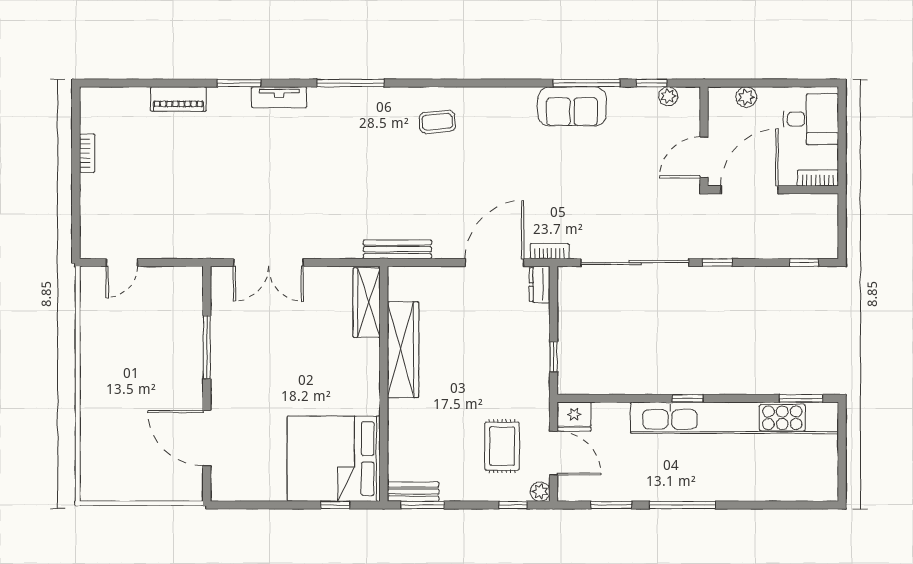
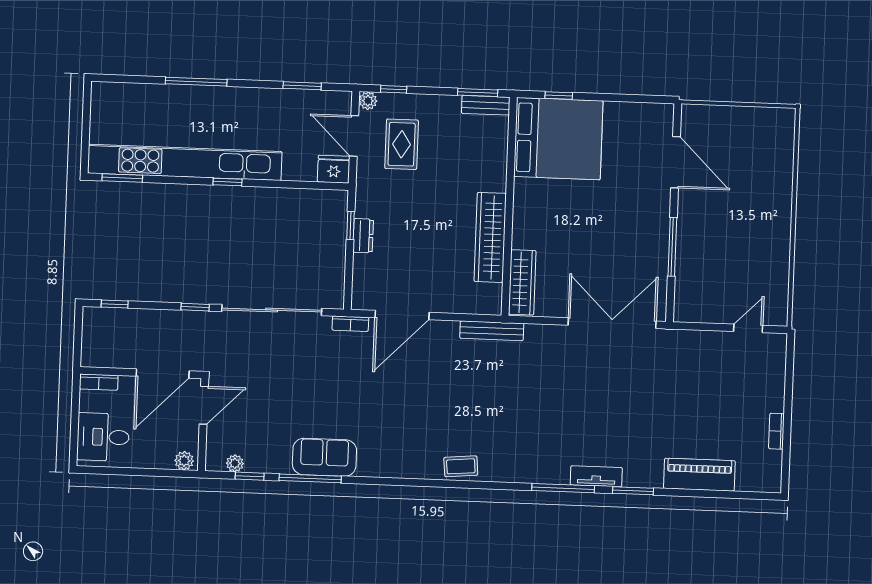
window: (350, 83) -> (563, 488), moved
plant: (746, 97) -> (184, 461), moved
piano: (178, 99) -> (699, 475), width x1.37, depth x1.33
coffee table: (437, 122) -> (461, 466), moved
double door: (268, 263) -> (612, 323), width x1.36
dresser: (540, 284) -> (363, 236), moved
window: (683, 505) -> (196, 82), moved

